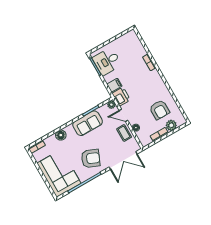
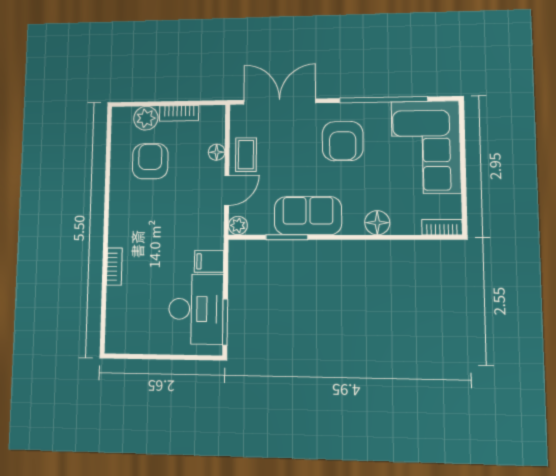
desk: (107, 61) -> (196, 309), width x1.37
printer: (121, 97) -> (209, 231), removed
door: (123, 115) -> (227, 190), hinge flipped
armchair: (91, 158) -> (343, 141), turned -113

